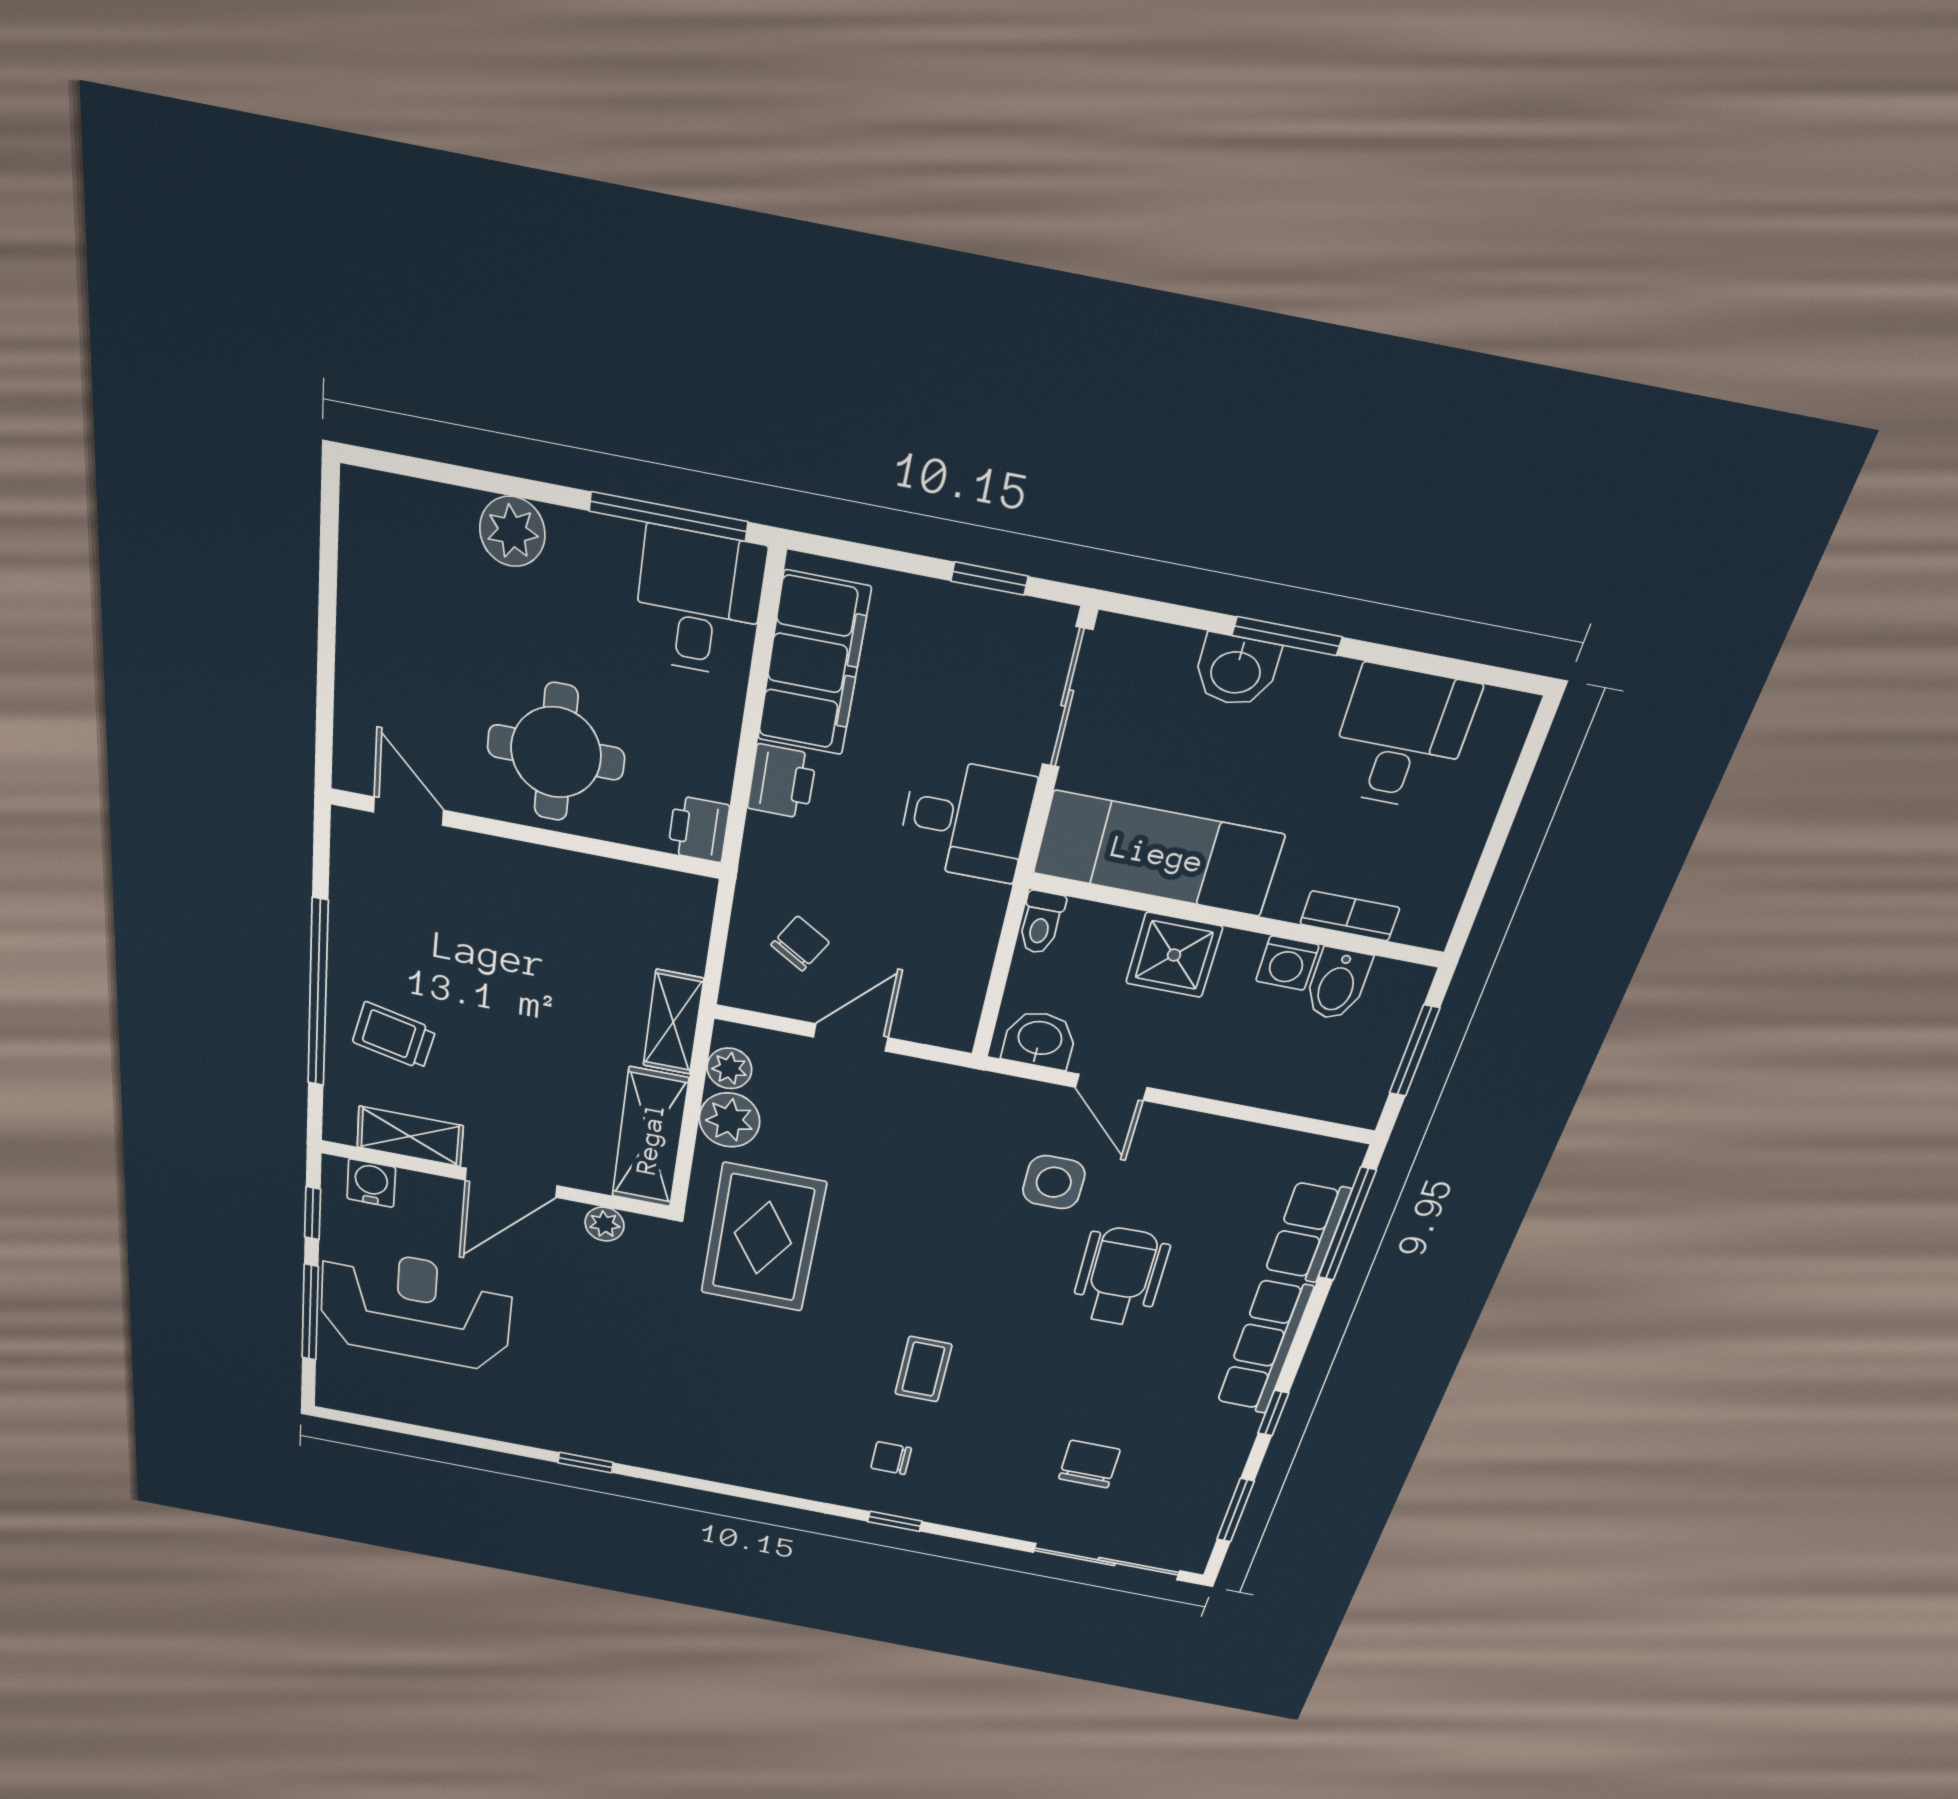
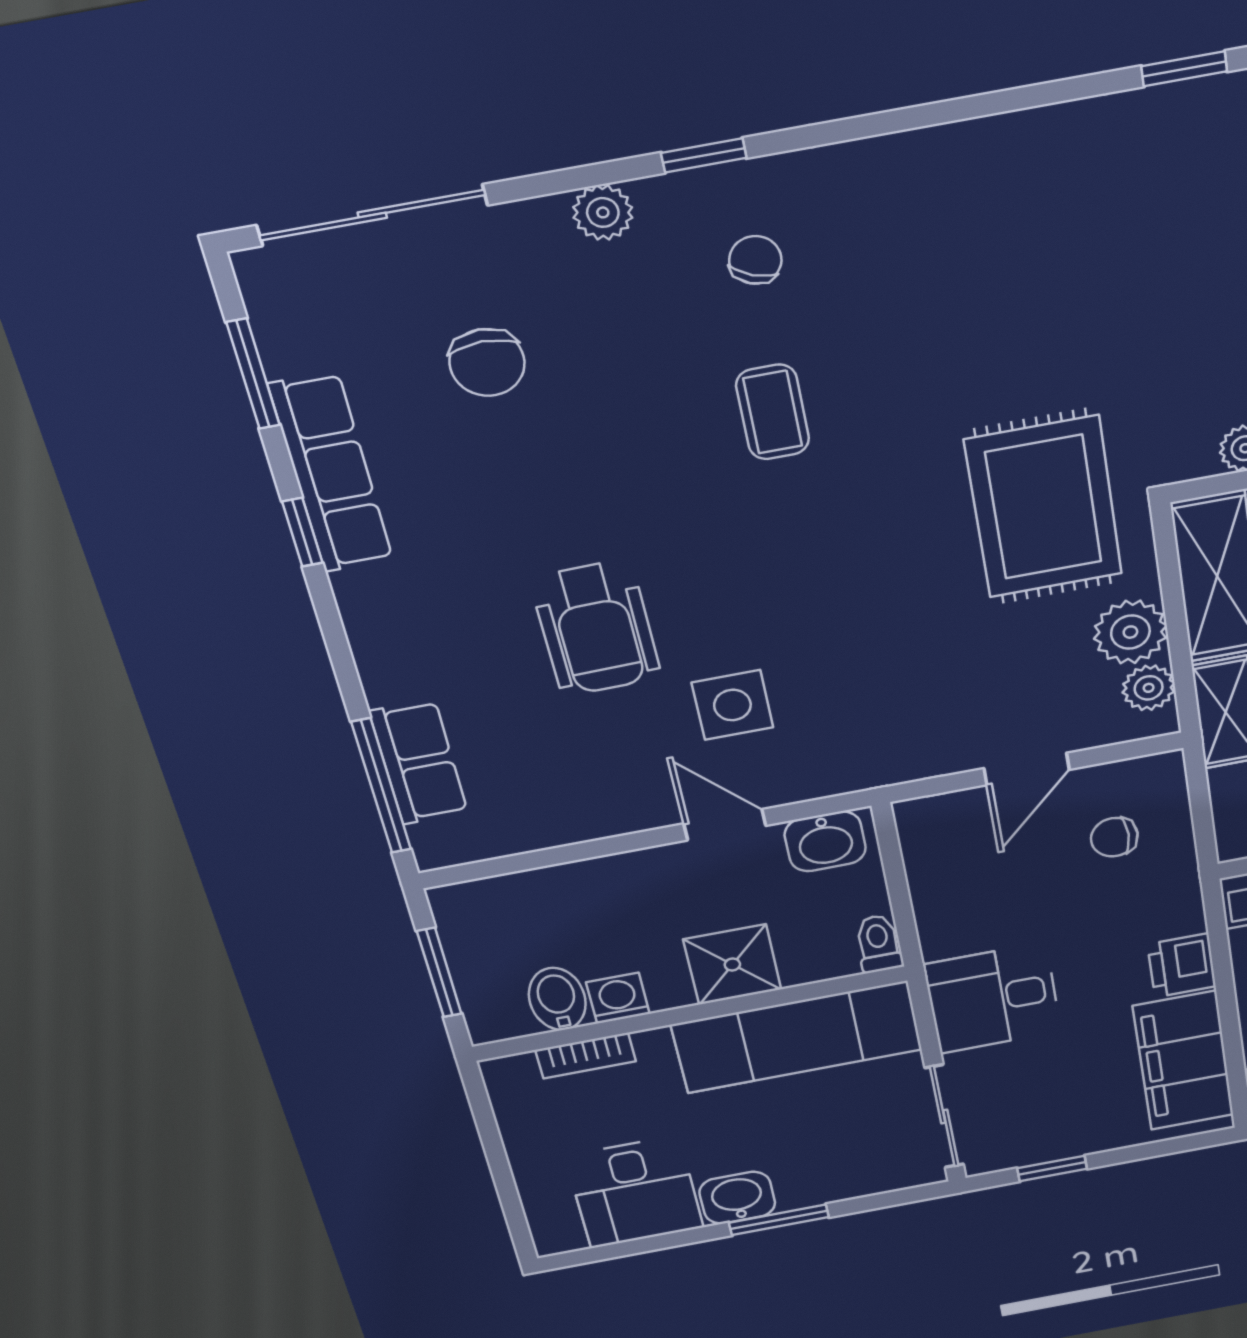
washbasin: (1236, 671) -> (737, 1198), moved
chair: (800, 944) -> (1114, 837), turned 59
row of seats: (1264, 1346) -> (331, 473), moved
chair: (891, 1458) -> (755, 260), turned -68
plant: (971, 1515) -> (603, 212), added

